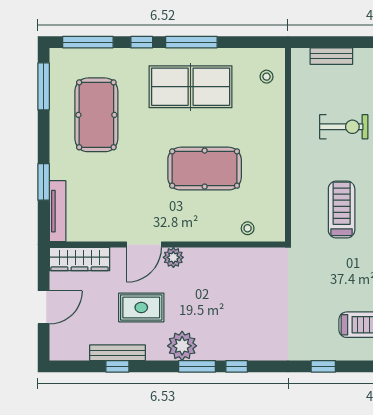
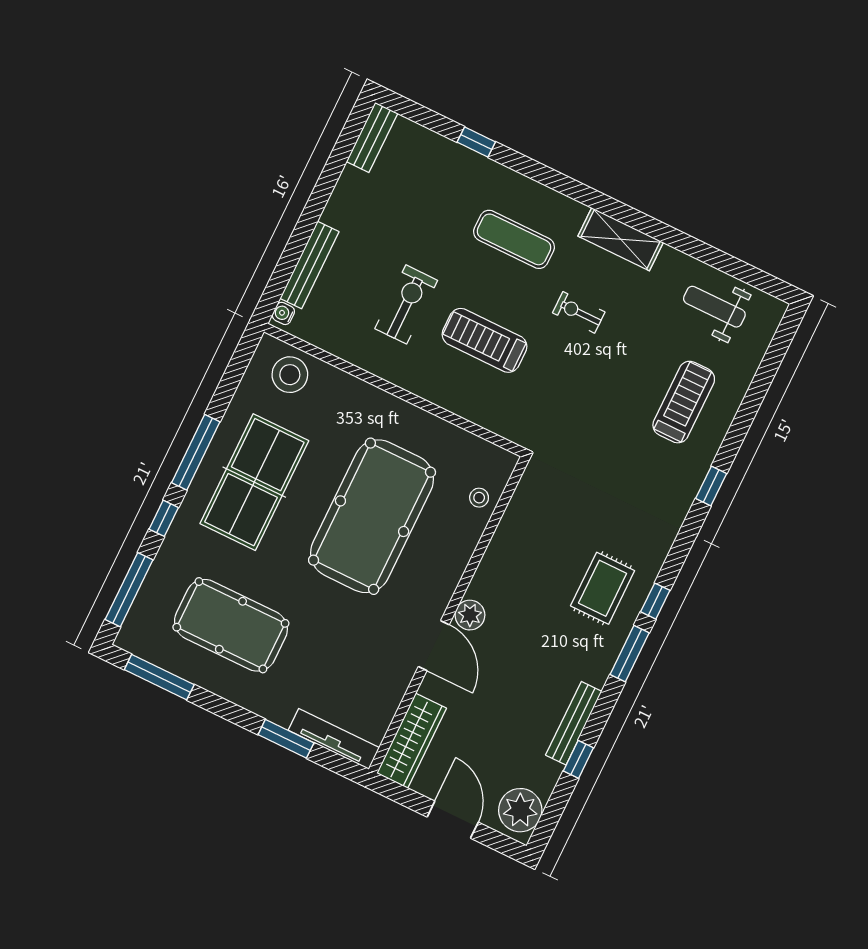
water cooler: (302, 55) -> (283, 313), added
bench: (331, 56) -> (309, 265), width x1.36
stool: (267, 77) -> (290, 375), width x1.89, depth x1.89
pool table: (205, 169) -> (372, 516), width x1.36, depth x1.32
treadmill: (342, 209) -> (485, 340), moved
rug: (141, 307) -> (603, 588), moved
plant: (182, 346) -> (520, 810), moved
bench: (117, 353) -> (574, 723), moved

